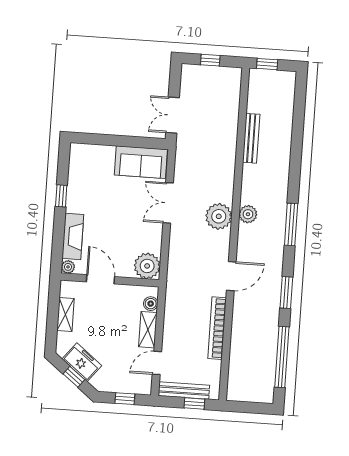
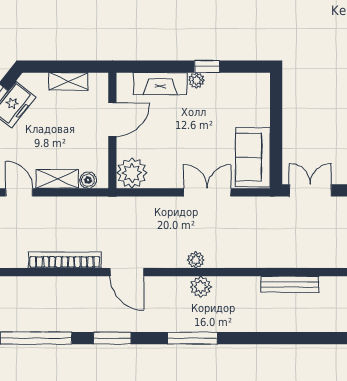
plant: (219, 216) -> (196, 260), width x0.53, depth x0.53
plant: (68, 267) -> (196, 80), moved

